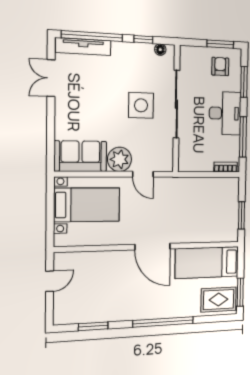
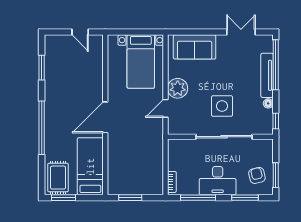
window: (143, 39) -> (276, 121), moved
tv unit: (83, 47) -> (267, 75), moved
floor lamp: (160, 50) -> (268, 103), moved
armchair: (220, 66) -> (257, 175), turned -104
sofa: (80, 156) -> (195, 47), moved, turned 90

